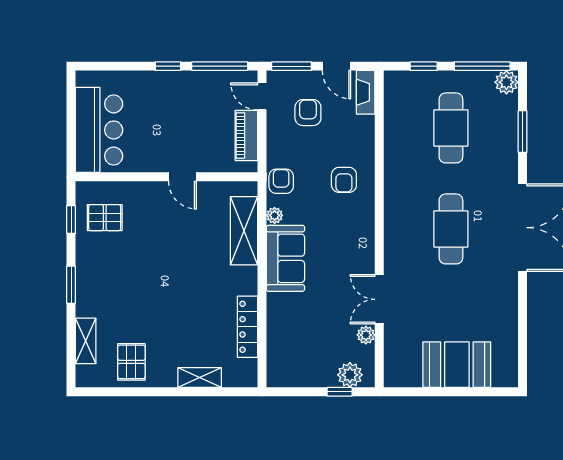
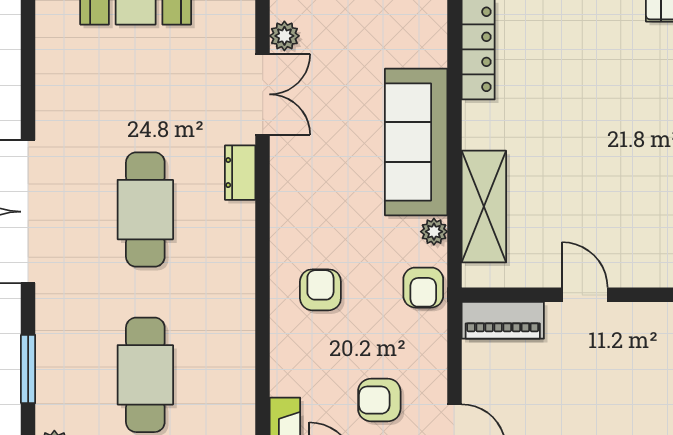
armchair: (308, 113) -> (379, 400), turned 90
piano: (246, 135) -> (503, 320), moved, turned 90
dresser: (393, 251) -> (240, 173), added
sofa: (285, 258) -> (416, 142), width x1.36

